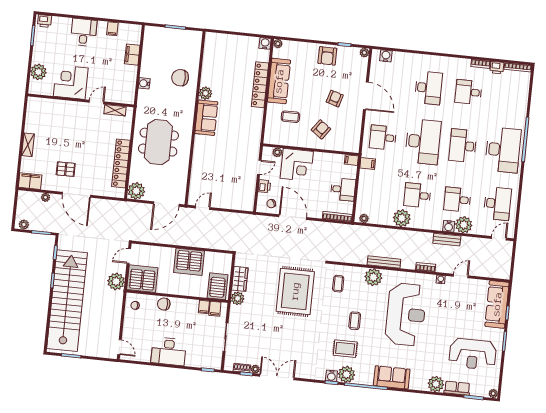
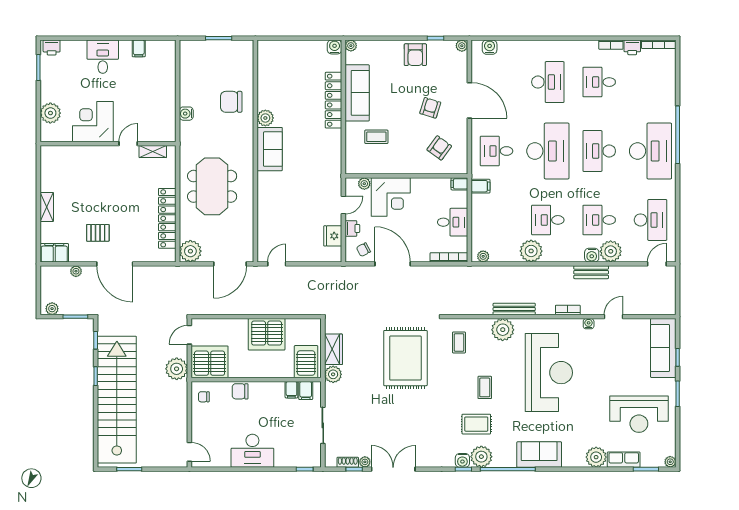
filing cabinet: (132, 55) -> (167, 79), removed
armchair: (321, 129) -> (439, 148), moved
fridge: (248, 190) -> (333, 236), added

